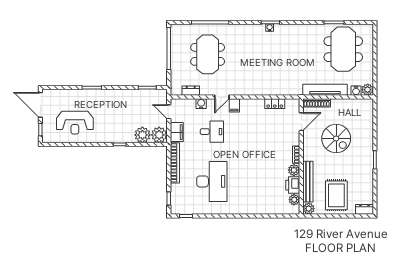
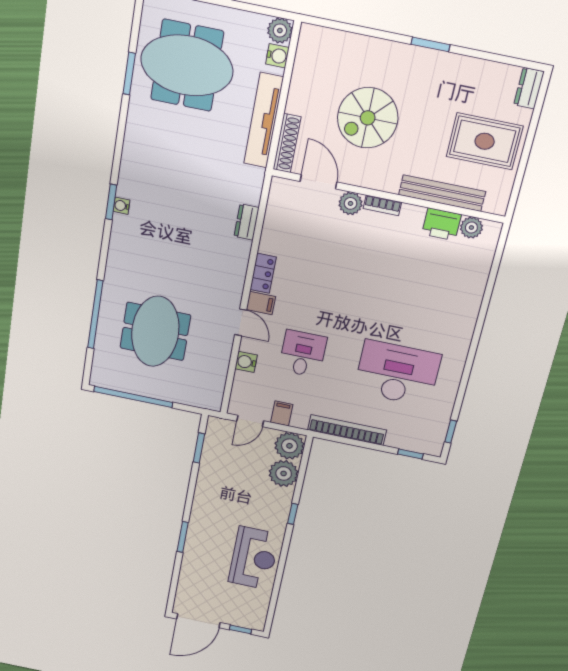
meeting table: (208, 54) -> (155, 331), turned 90
dresser: (191, 91) -> (247, 222), moved
locker: (275, 104) -> (263, 273), moved
reception desk: (75, 123) -> (254, 558), moved
filing cabinet: (177, 132) -> (282, 413), width x0.50
spiral stairs: (336, 139) -> (368, 118), turned 180
plant: (294, 170) -> (351, 203), moved
plant: (309, 209) -> (497, 203), removed

